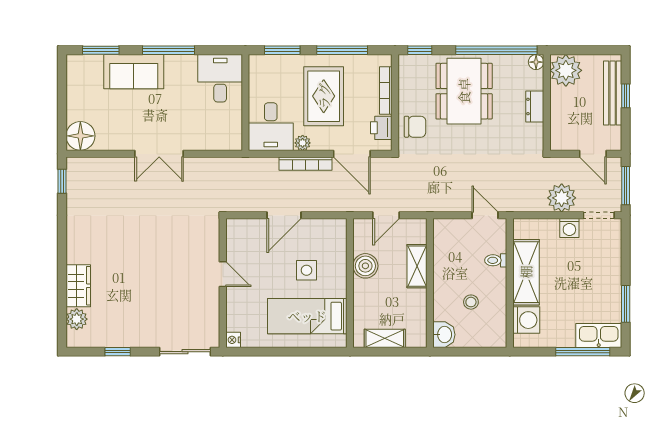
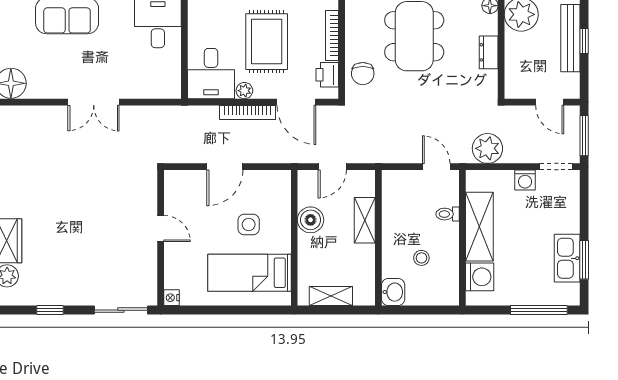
chair: (415, 127) -> (363, 74), turned 90
plant: (562, 198) -> (487, 148), moved
kitchen sink: (599, 335) -> (567, 258), moved, turned -90

